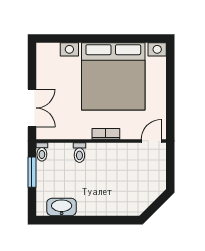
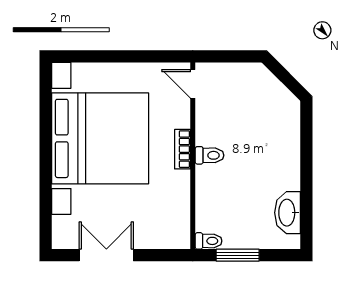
double door: (32, 108) -> (106, 255), moved
toilet: (79, 153) -> (209, 155), moved

